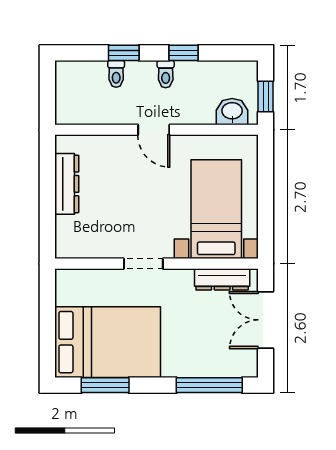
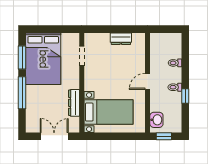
window: (124, 53) -> (185, 67), removed
dresser: (67, 184) -> (121, 39), width x0.70
doorway: (143, 264) -> (82, 56), moved
dresser: (222, 279) -> (74, 103), moved
window: (209, 385) -> (22, 93), moved

